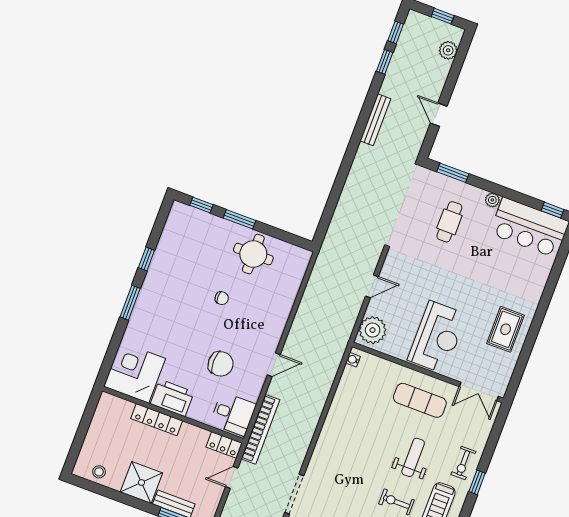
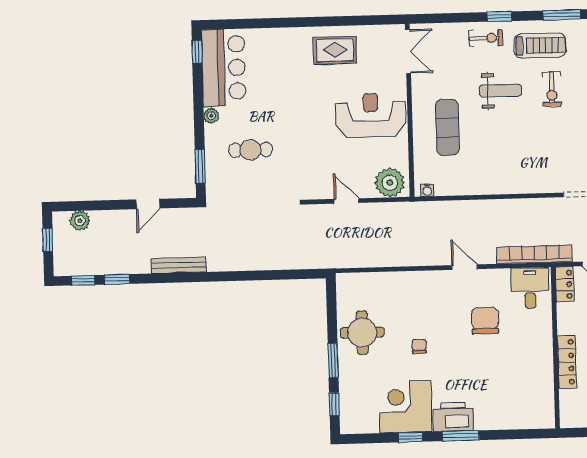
corner desk: (135, 372) -> (405, 407), moved, turned 90
printer: (172, 398) -> (453, 417), moved, turned 90
exercise mat: (420, 400) -> (447, 127), moved
weight bench: (413, 457) -> (500, 91), turned 180

